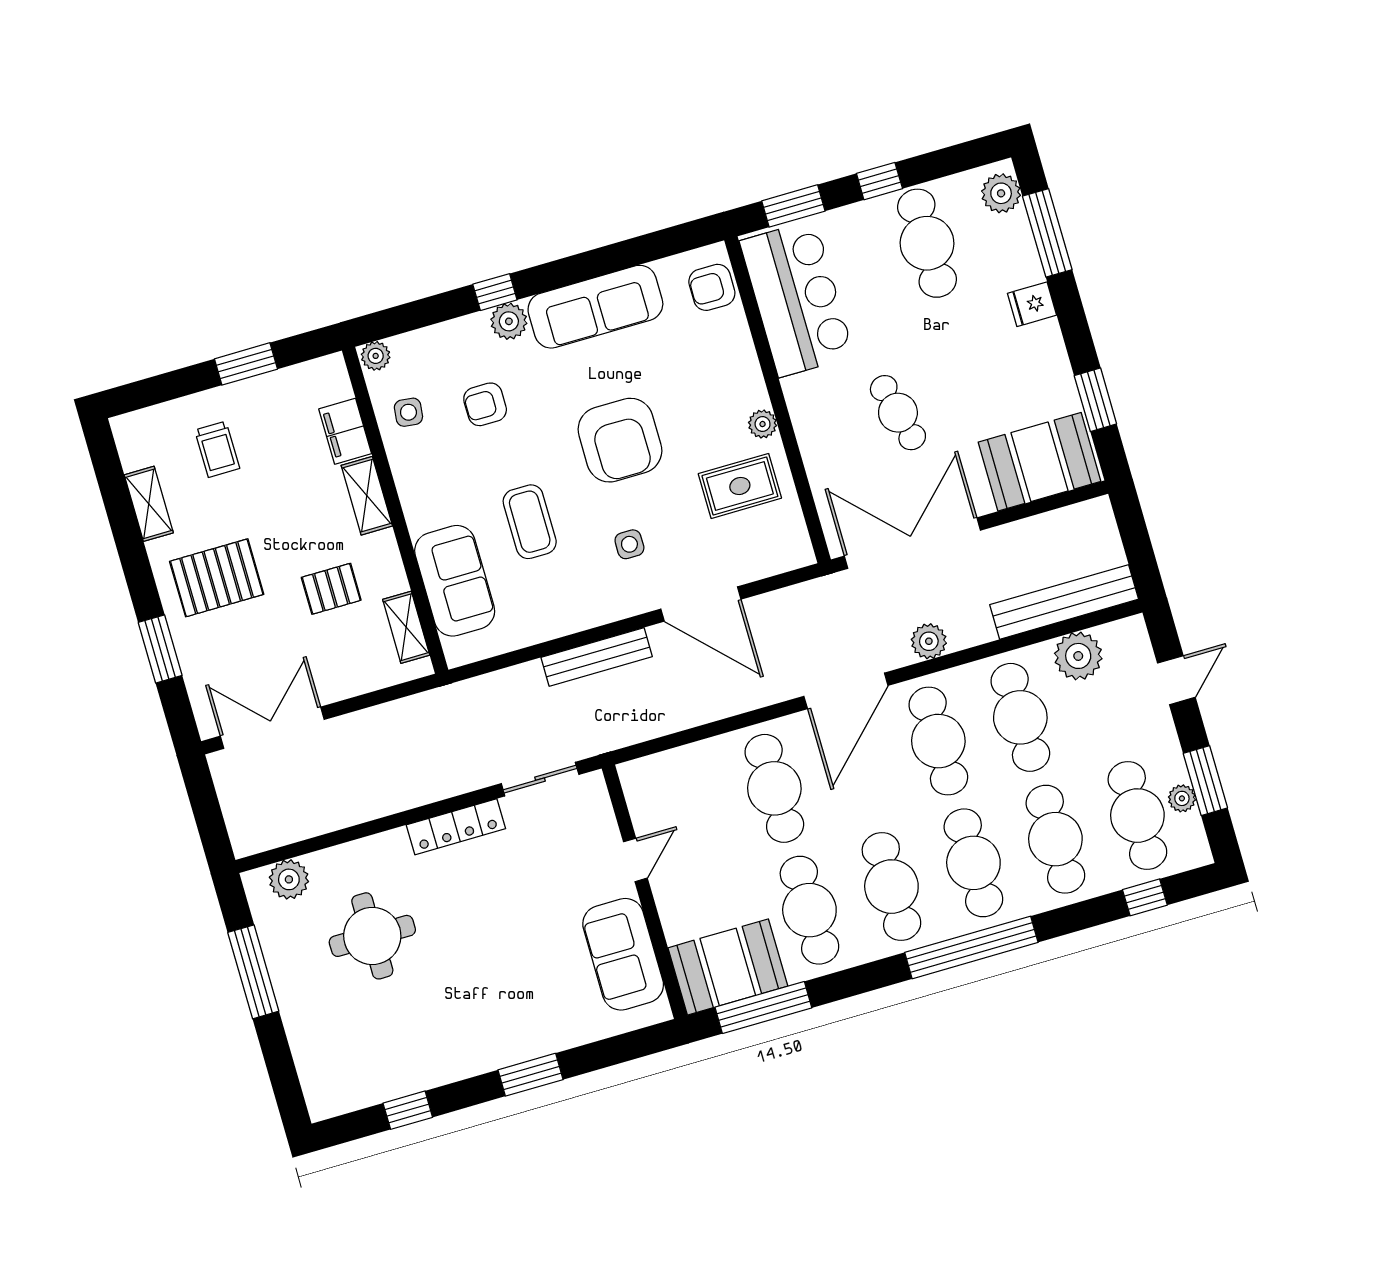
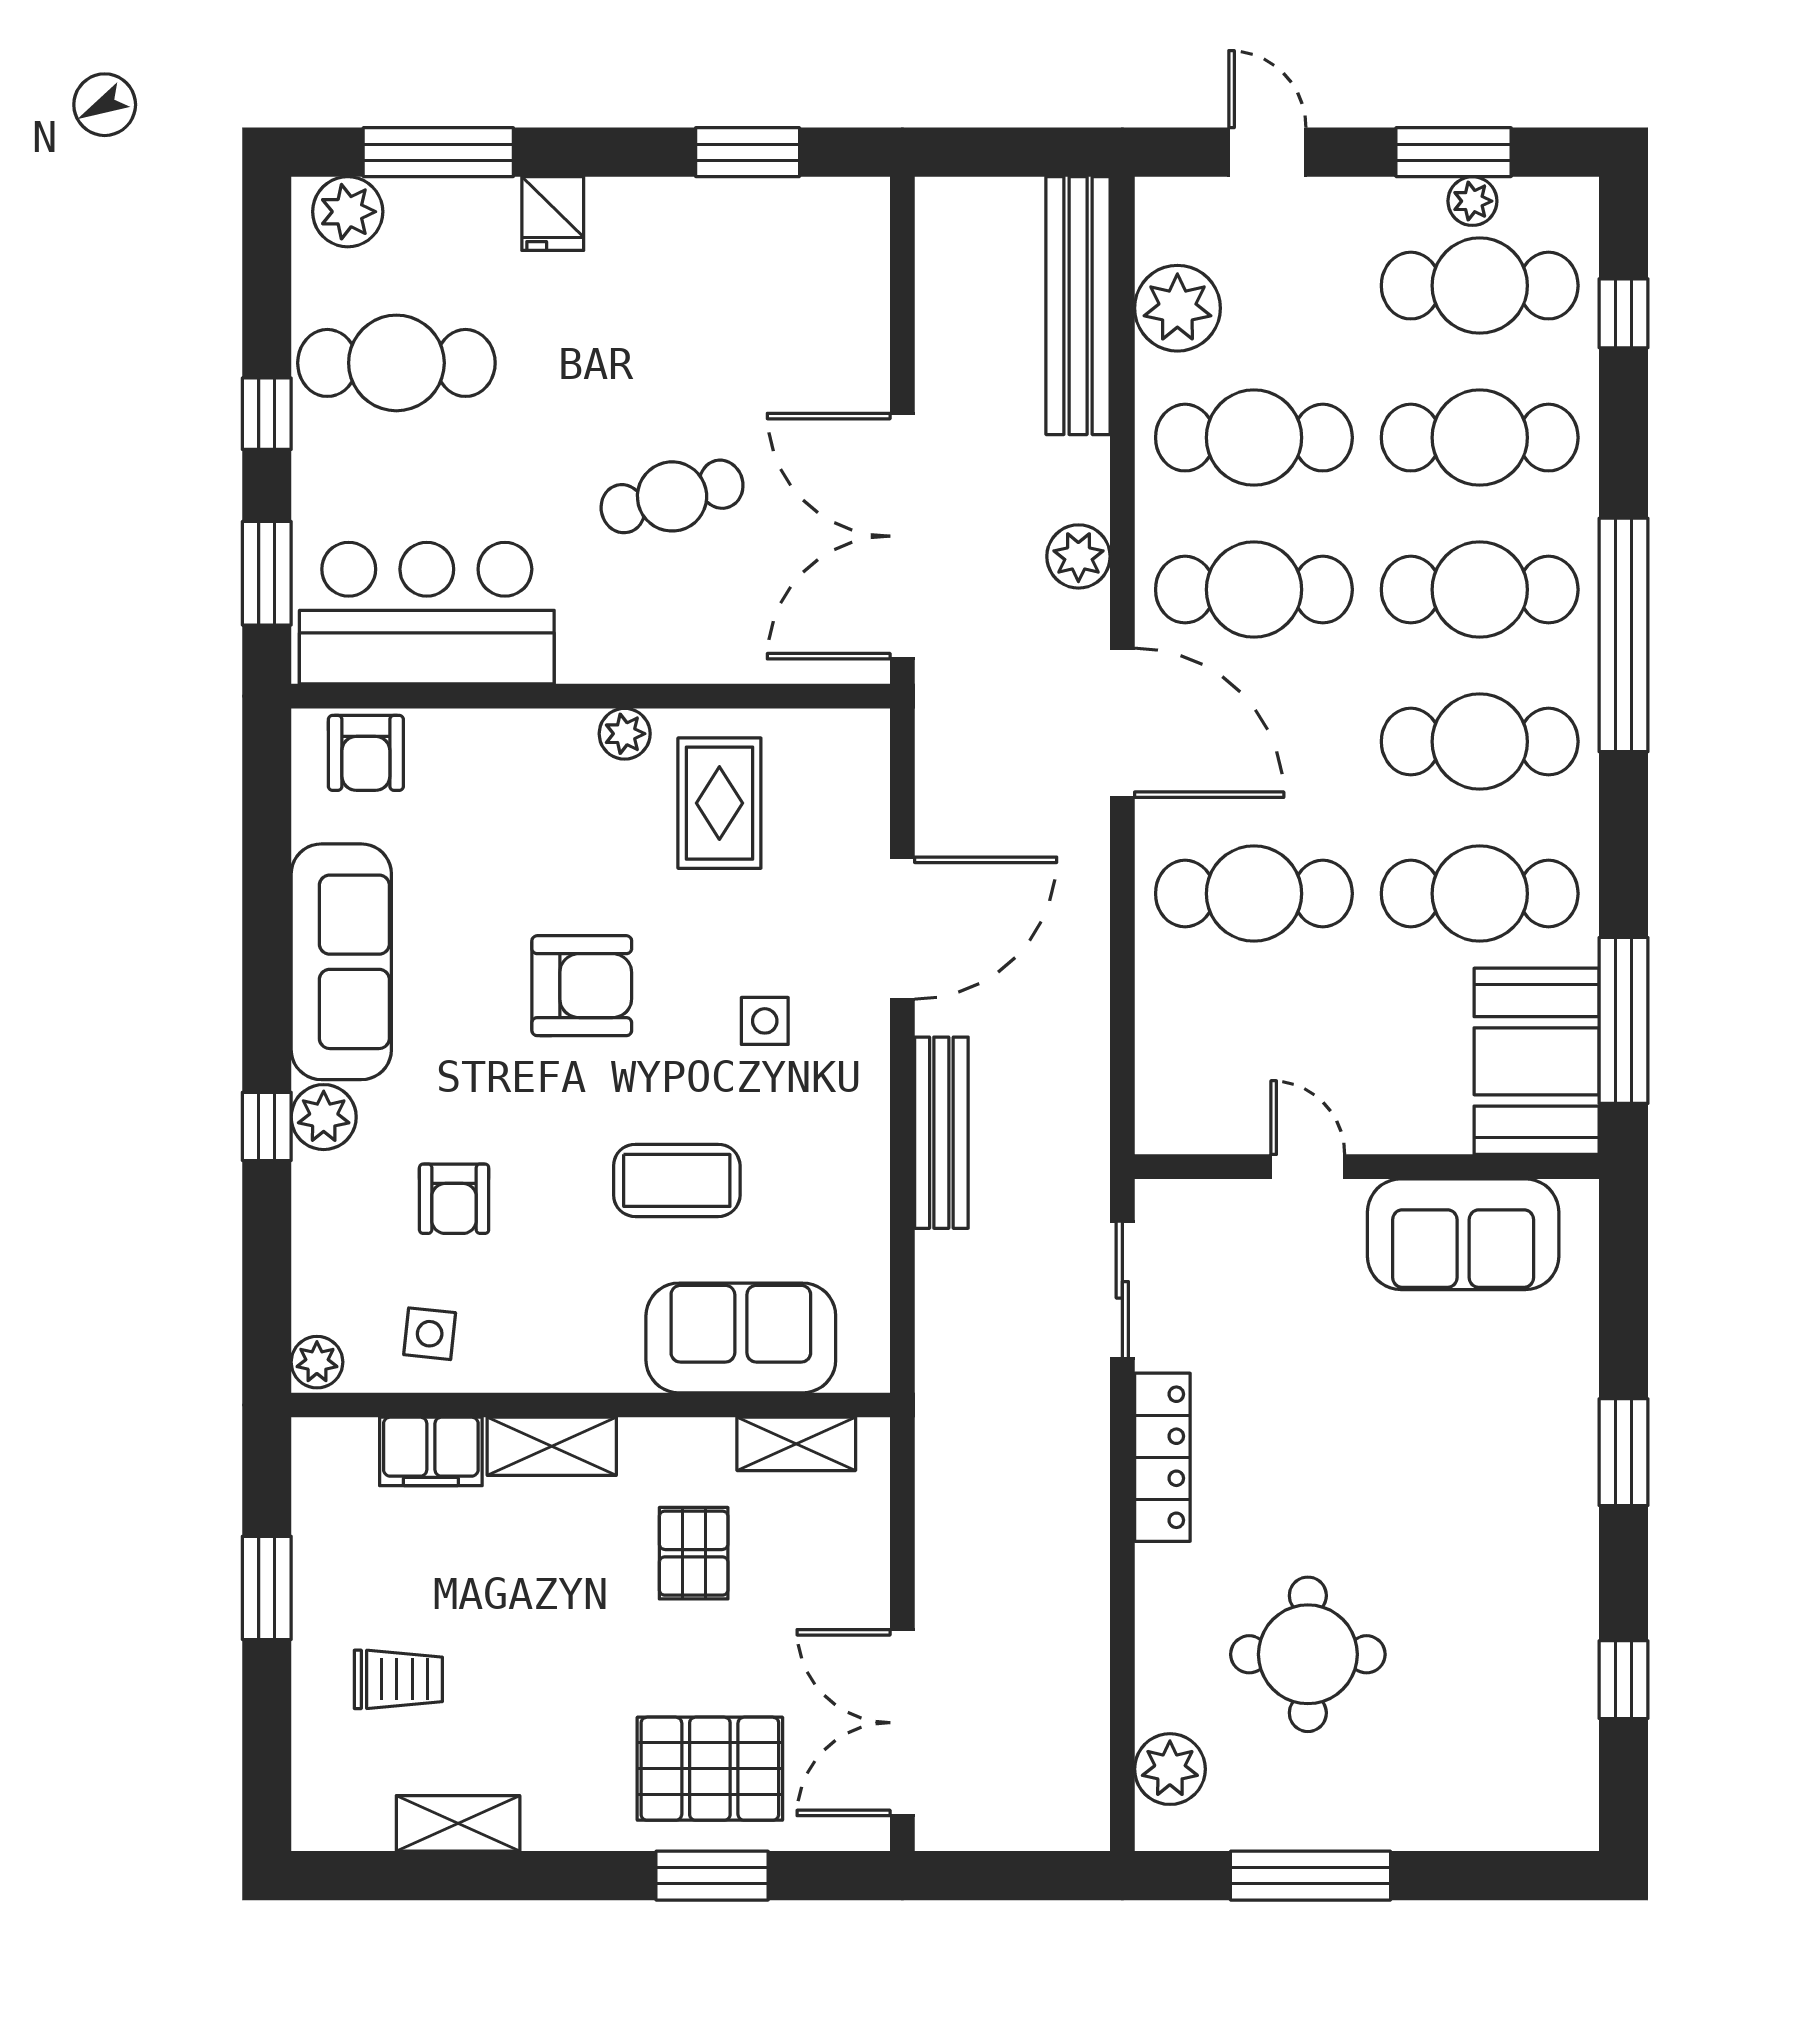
armchair: (620, 440) -> (582, 986), width x0.73, depth x0.73
booth: (1039, 462) -> (826, 278), removed
pallet: (217, 578) -> (710, 1769), moved, turned 90

